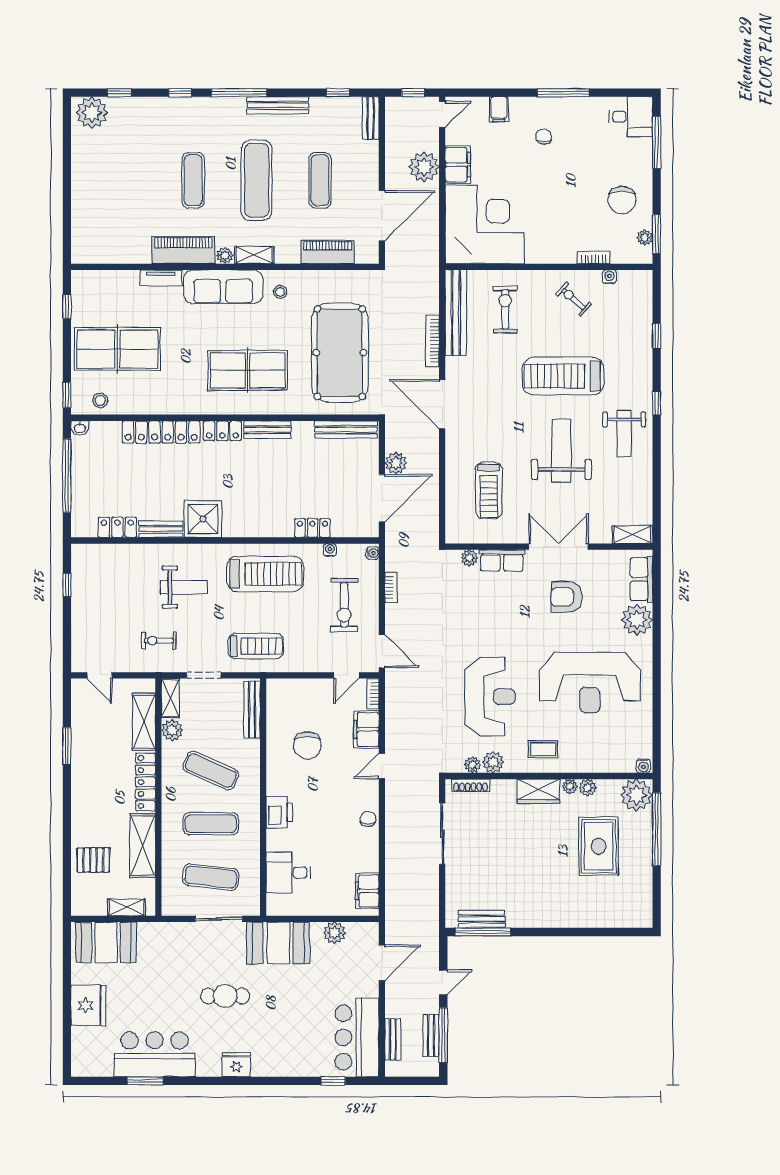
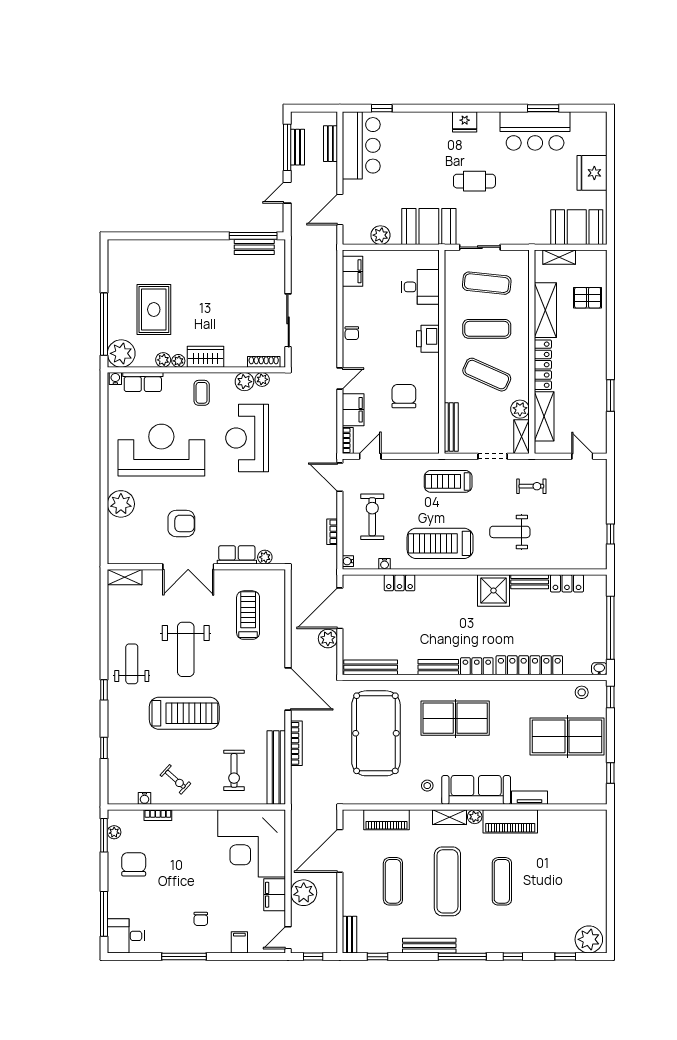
row of seats: (641, 579) -> (143, 382), moved, turned 90
coffee table: (543, 749) -> (202, 393), turned 90

